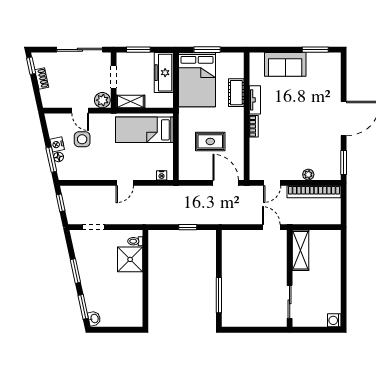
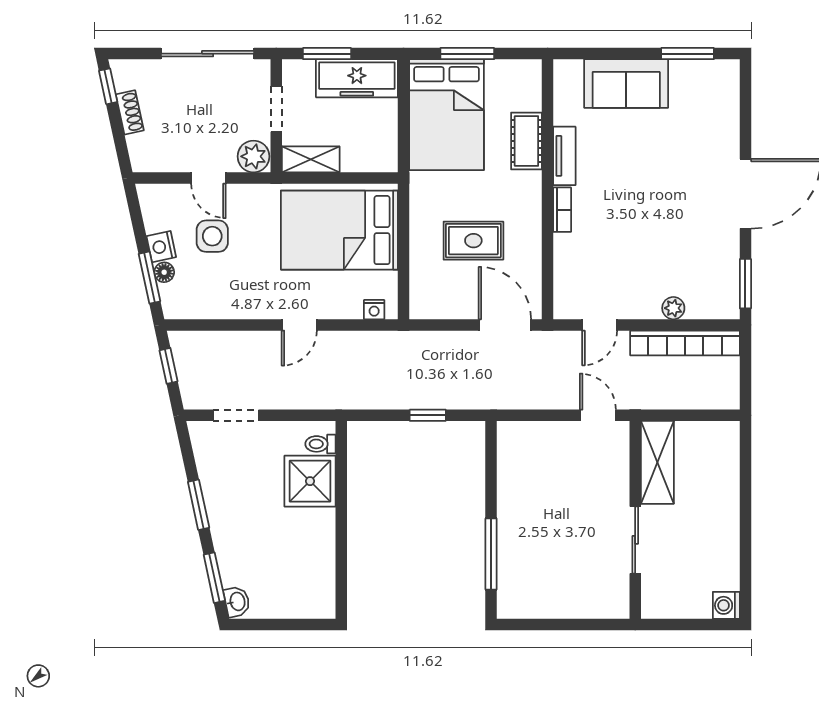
freezer: (164, 73) -> (357, 78), moved, turned -90
bed: (144, 130) -> (339, 230), width x1.50
sliding door: (290, 302) -> (635, 540), moved

